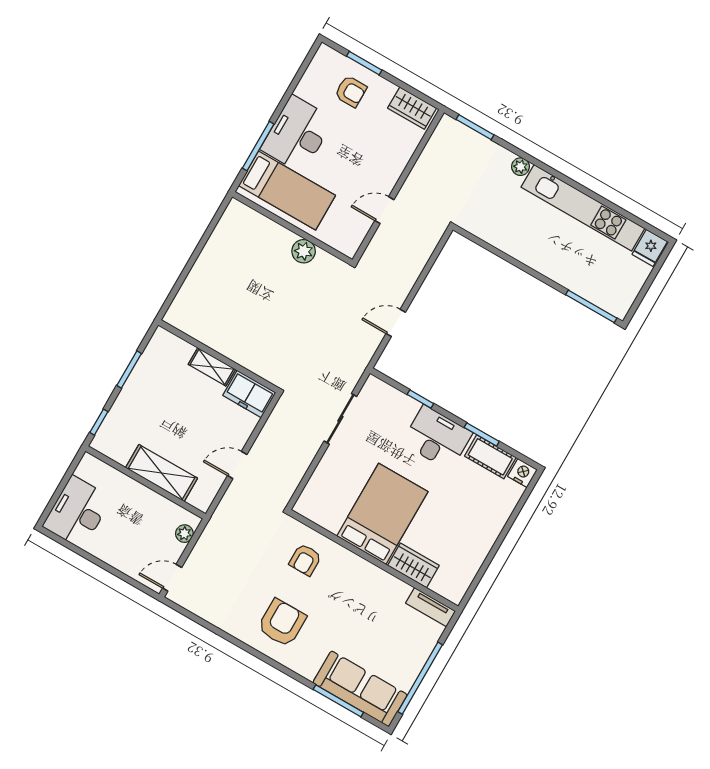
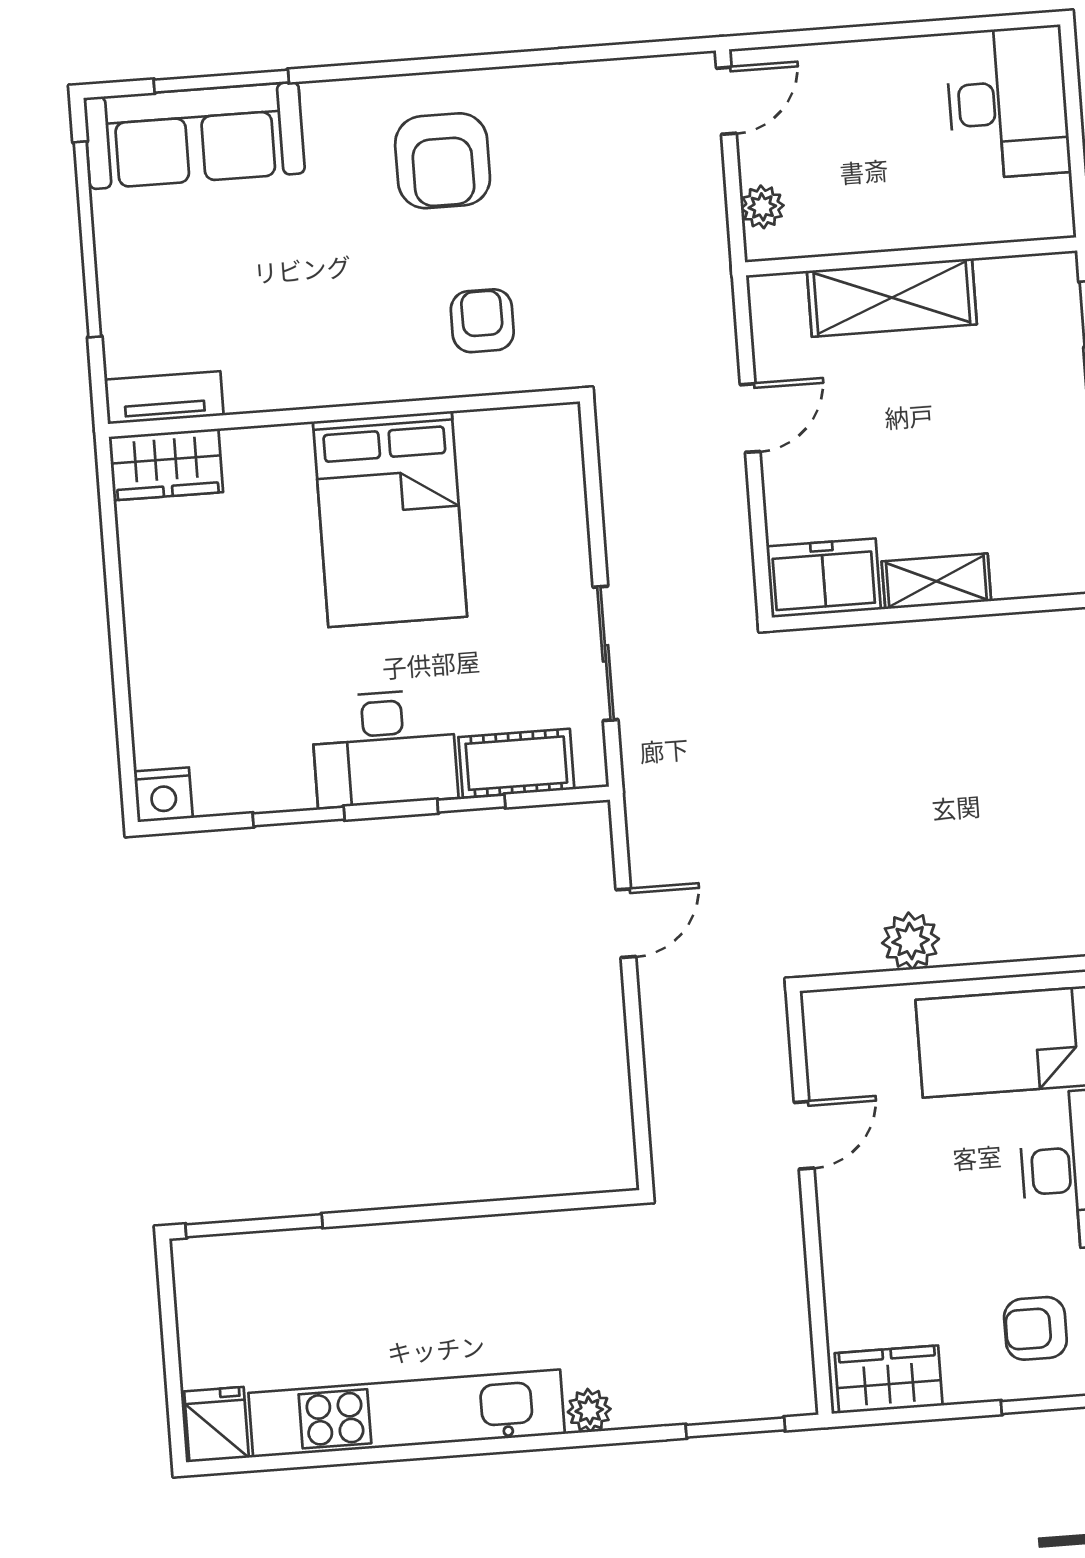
cot: (490, 457) -> (516, 763), moved
wardrobe: (413, 565) -> (166, 465), moved

